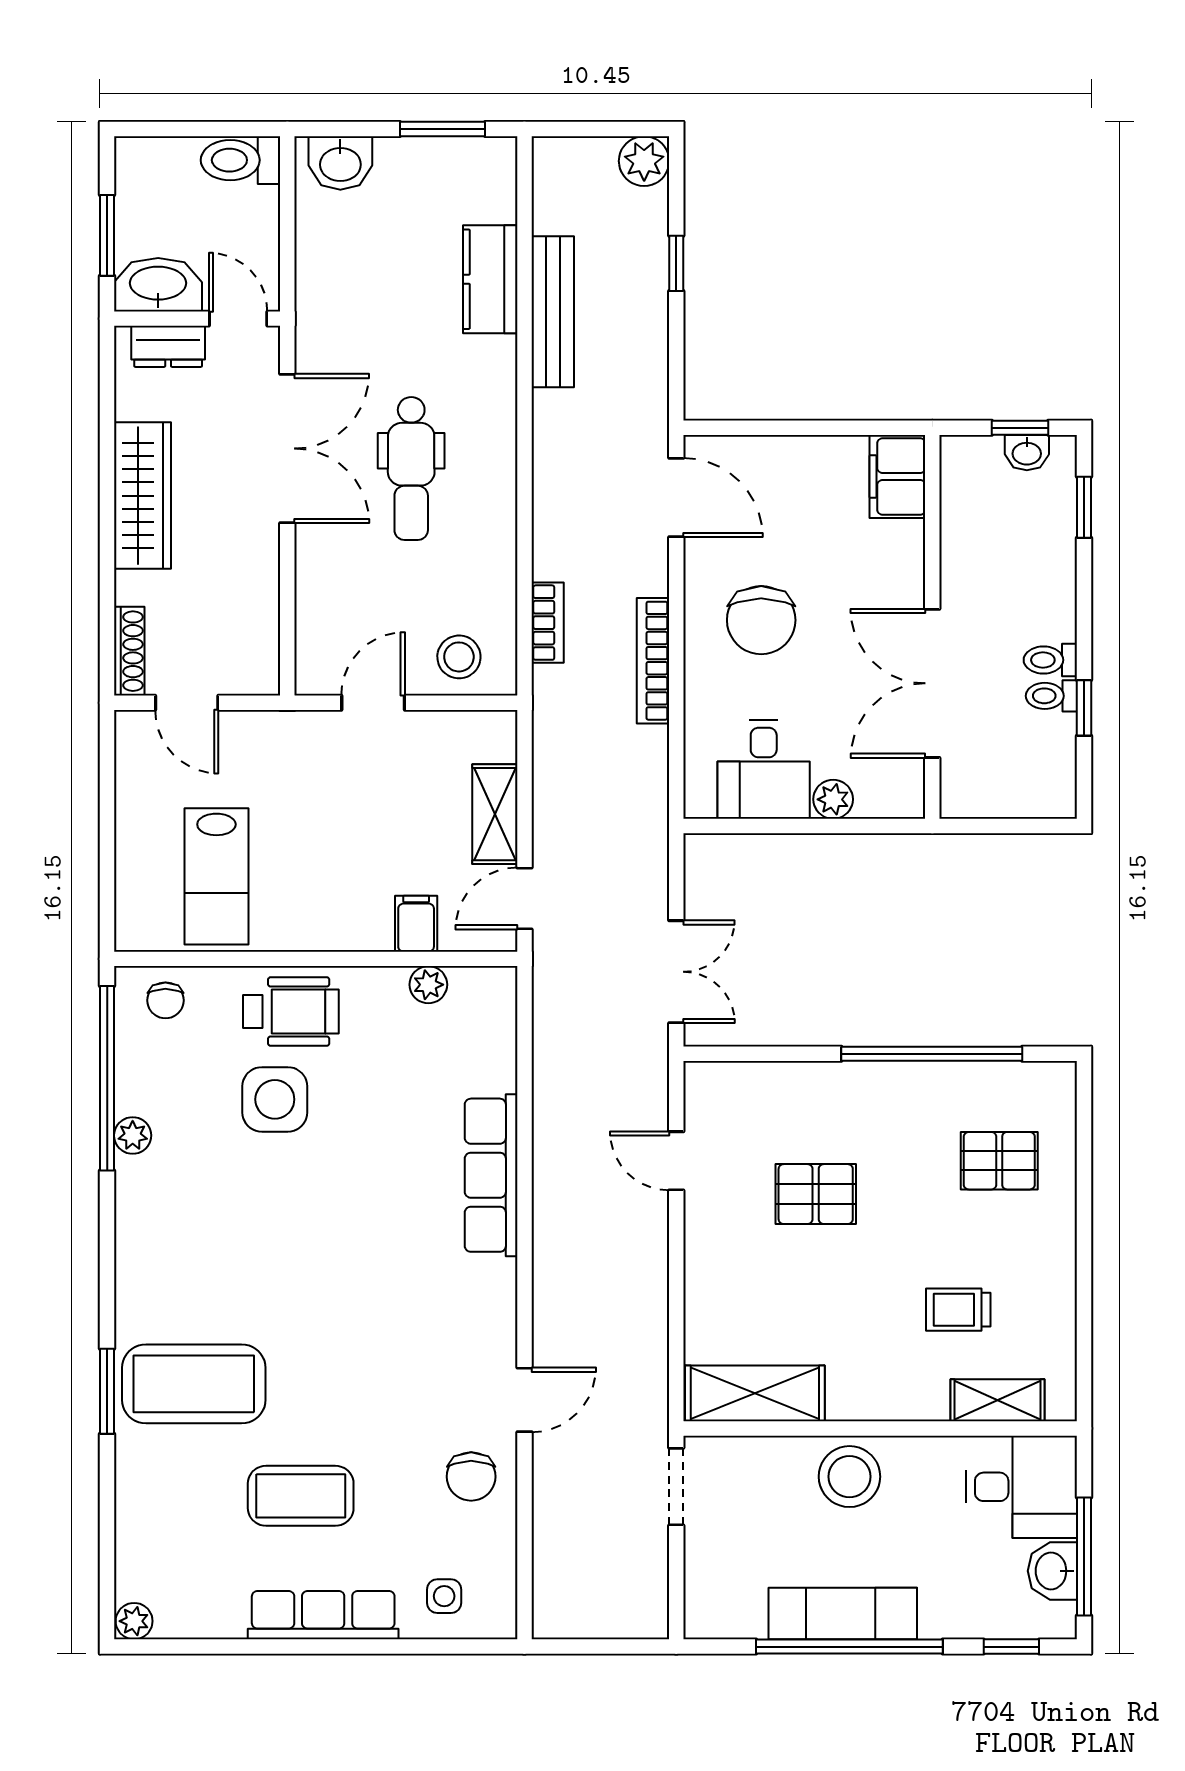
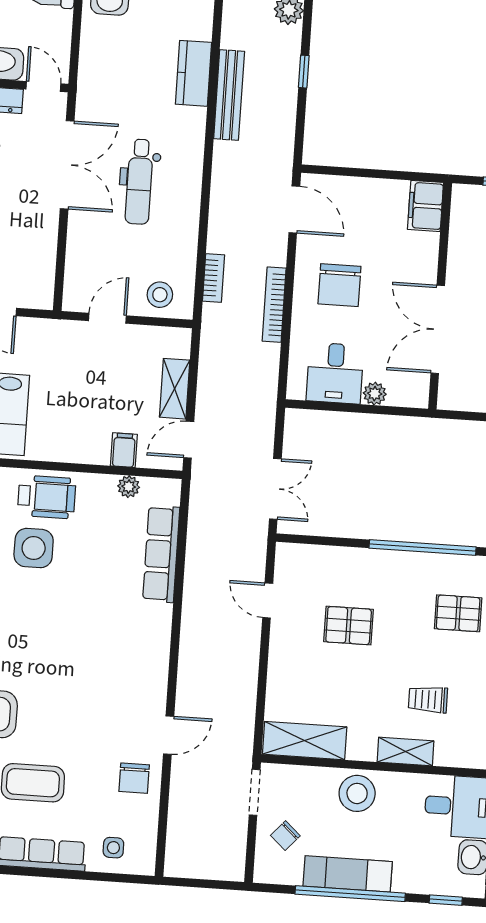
row of seats: (491, 1175) -> (161, 554), moved
shelving: (997, 1400) -> (406, 751), moved
chair: (733, 1556) -> (285, 836), added

